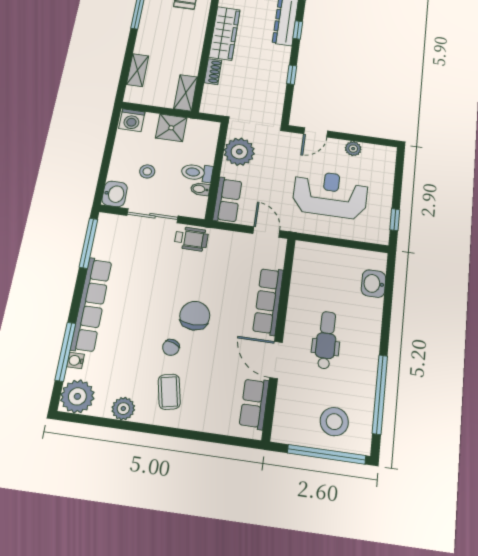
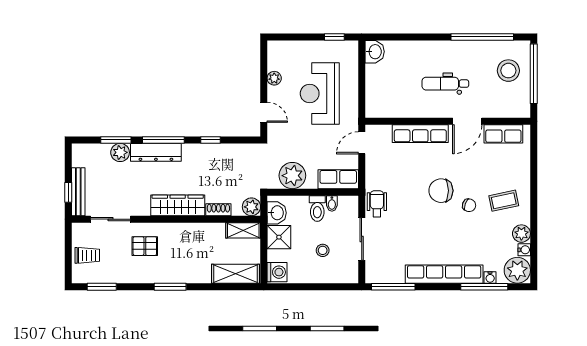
window: (298, 30) -> (163, 140), width x2.17
shelving: (138, 70) -> (236, 274), width x1.50, depth x1.33
plant: (211, 105) -> (251, 207), added
washbasin: (115, 194) -> (277, 213), moved, turned 90
washbasin: (374, 284) -> (375, 52), moved, turned -90
water cooler: (102, 409) -> (524, 250), added

